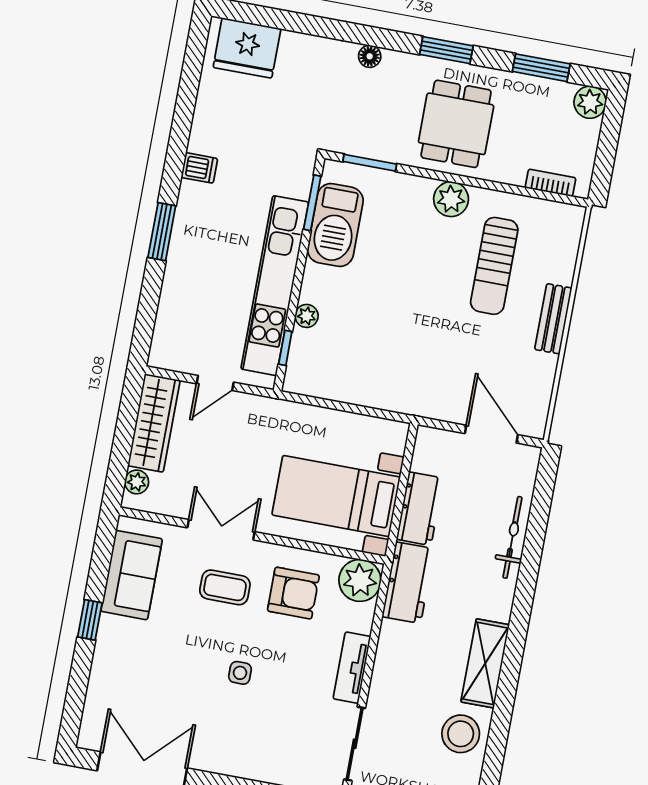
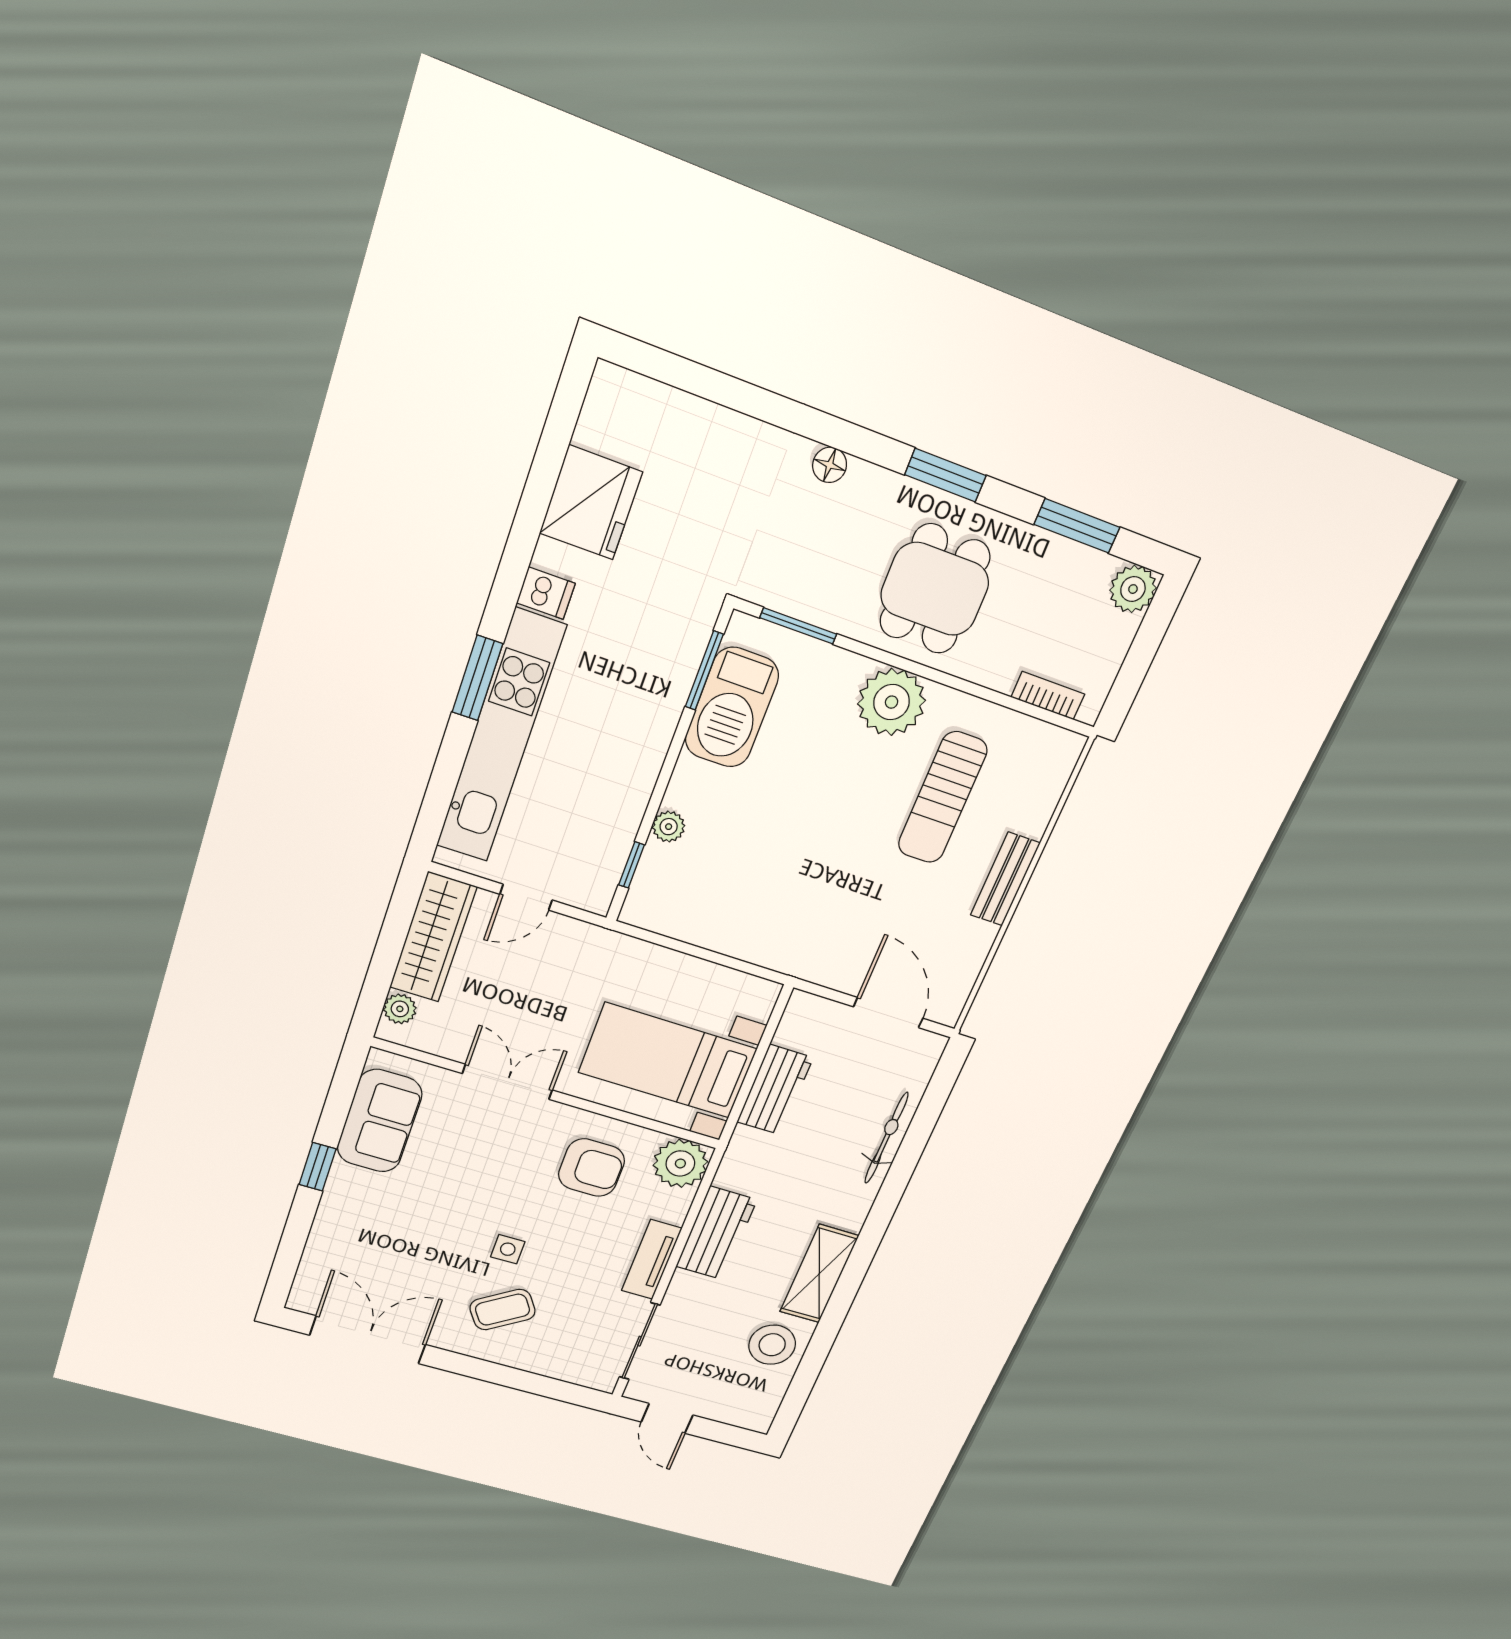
fridge: (247, 48) -> (591, 503), moved, turned -90
plant: (451, 199) -> (892, 702), width x1.36, depth x1.36
kitchen unit: (275, 286) -> (501, 737), moved, turned 180
workbench: (408, 583) -> (716, 1233), moved
coffee table: (225, 587) -> (503, 1310), moved, turned -34

